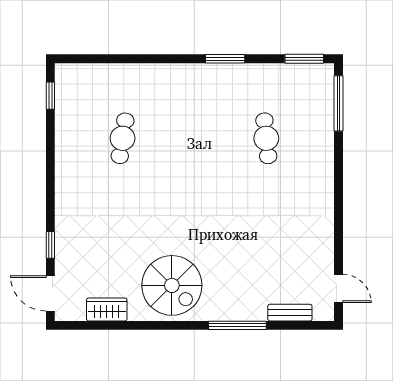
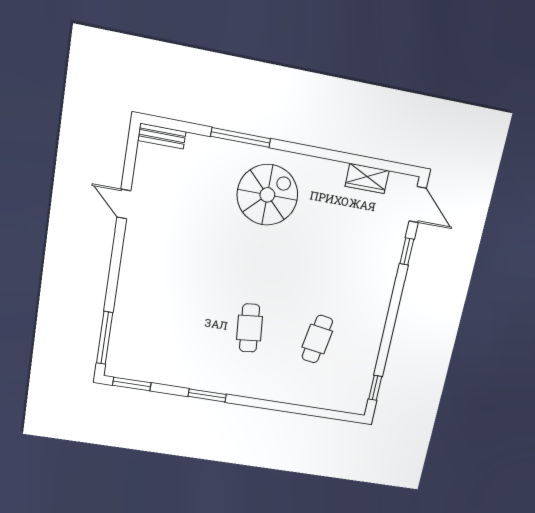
cafe table: (266, 138) -> (250, 328), moved
spiral stairs: (172, 285) -> (267, 195), moved, turned 90
door: (338, 288) -> (124, 204), moved
bench: (290, 313) -> (162, 136), moved

